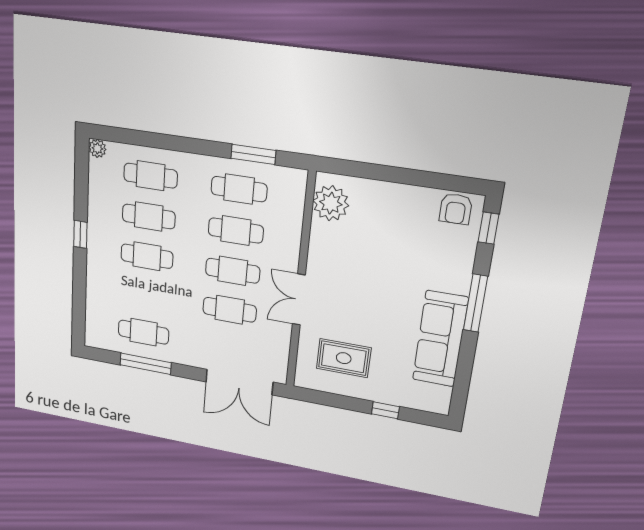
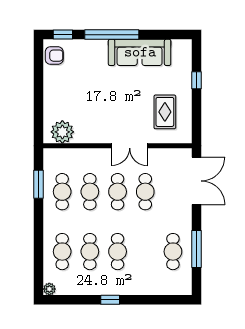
window: (475, 303) -> (112, 35), width x1.46

